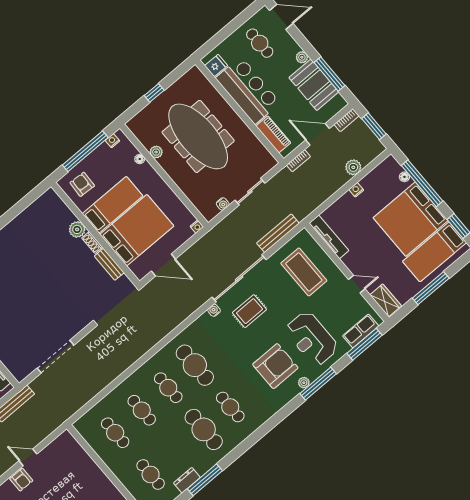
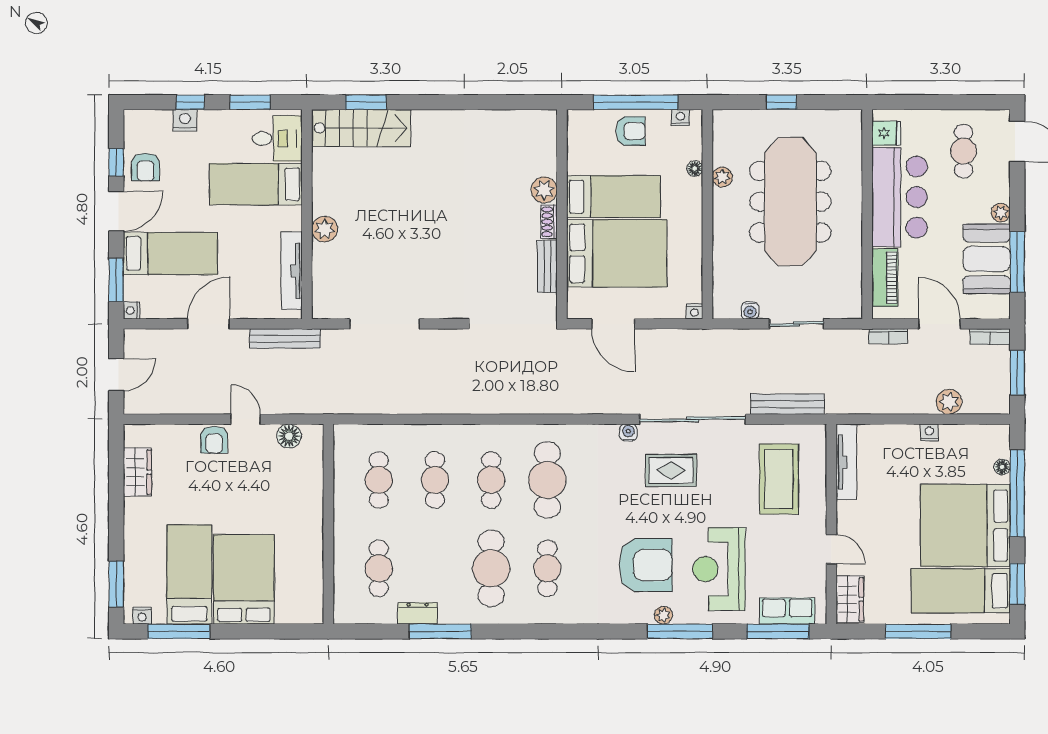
armchair: (82, 184) -> (630, 131), moved, turned 87
floor lamp: (55, 448) -> (289, 436), added

